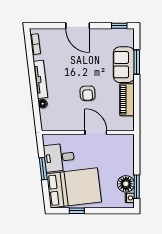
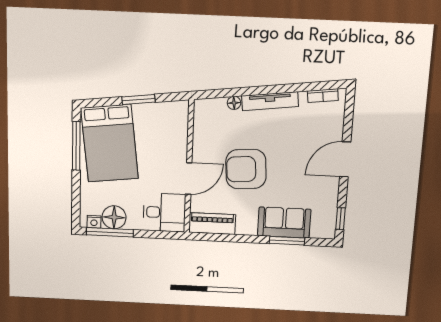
armchair: (88, 93) -> (246, 169), width x1.88, depth x1.88
piano: (127, 100) -> (212, 224), moved
desk: (59, 157) -> (164, 212), moved, turned 97
window: (137, 187) -> (110, 232), width x1.44
window: (77, 211) -> (76, 146), width x2.17

